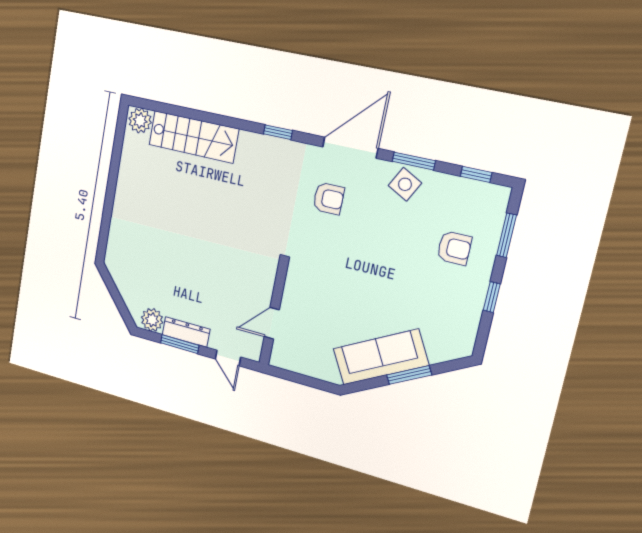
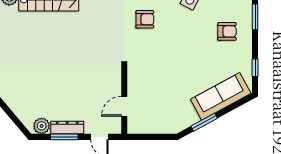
window: (492, 297) -> (255, 68), moved
sofa: (381, 357) -> (221, 96), moved
window: (409, 375) -> (204, 122), moved

